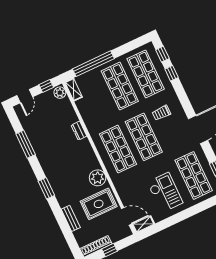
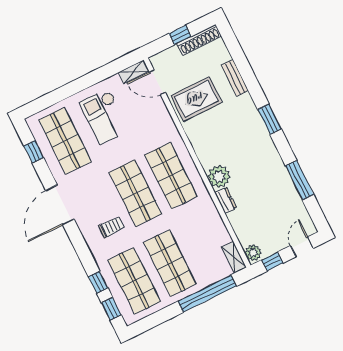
plant: (98, 178) -> (219, 177), moved

